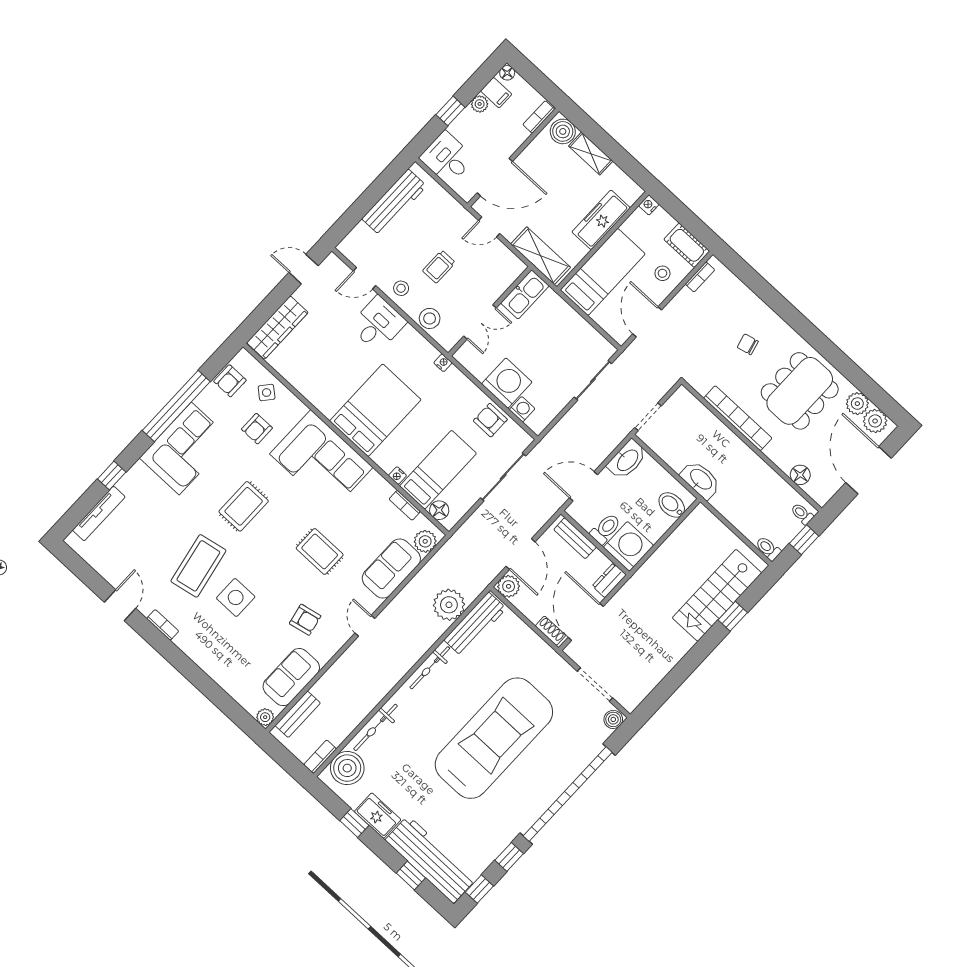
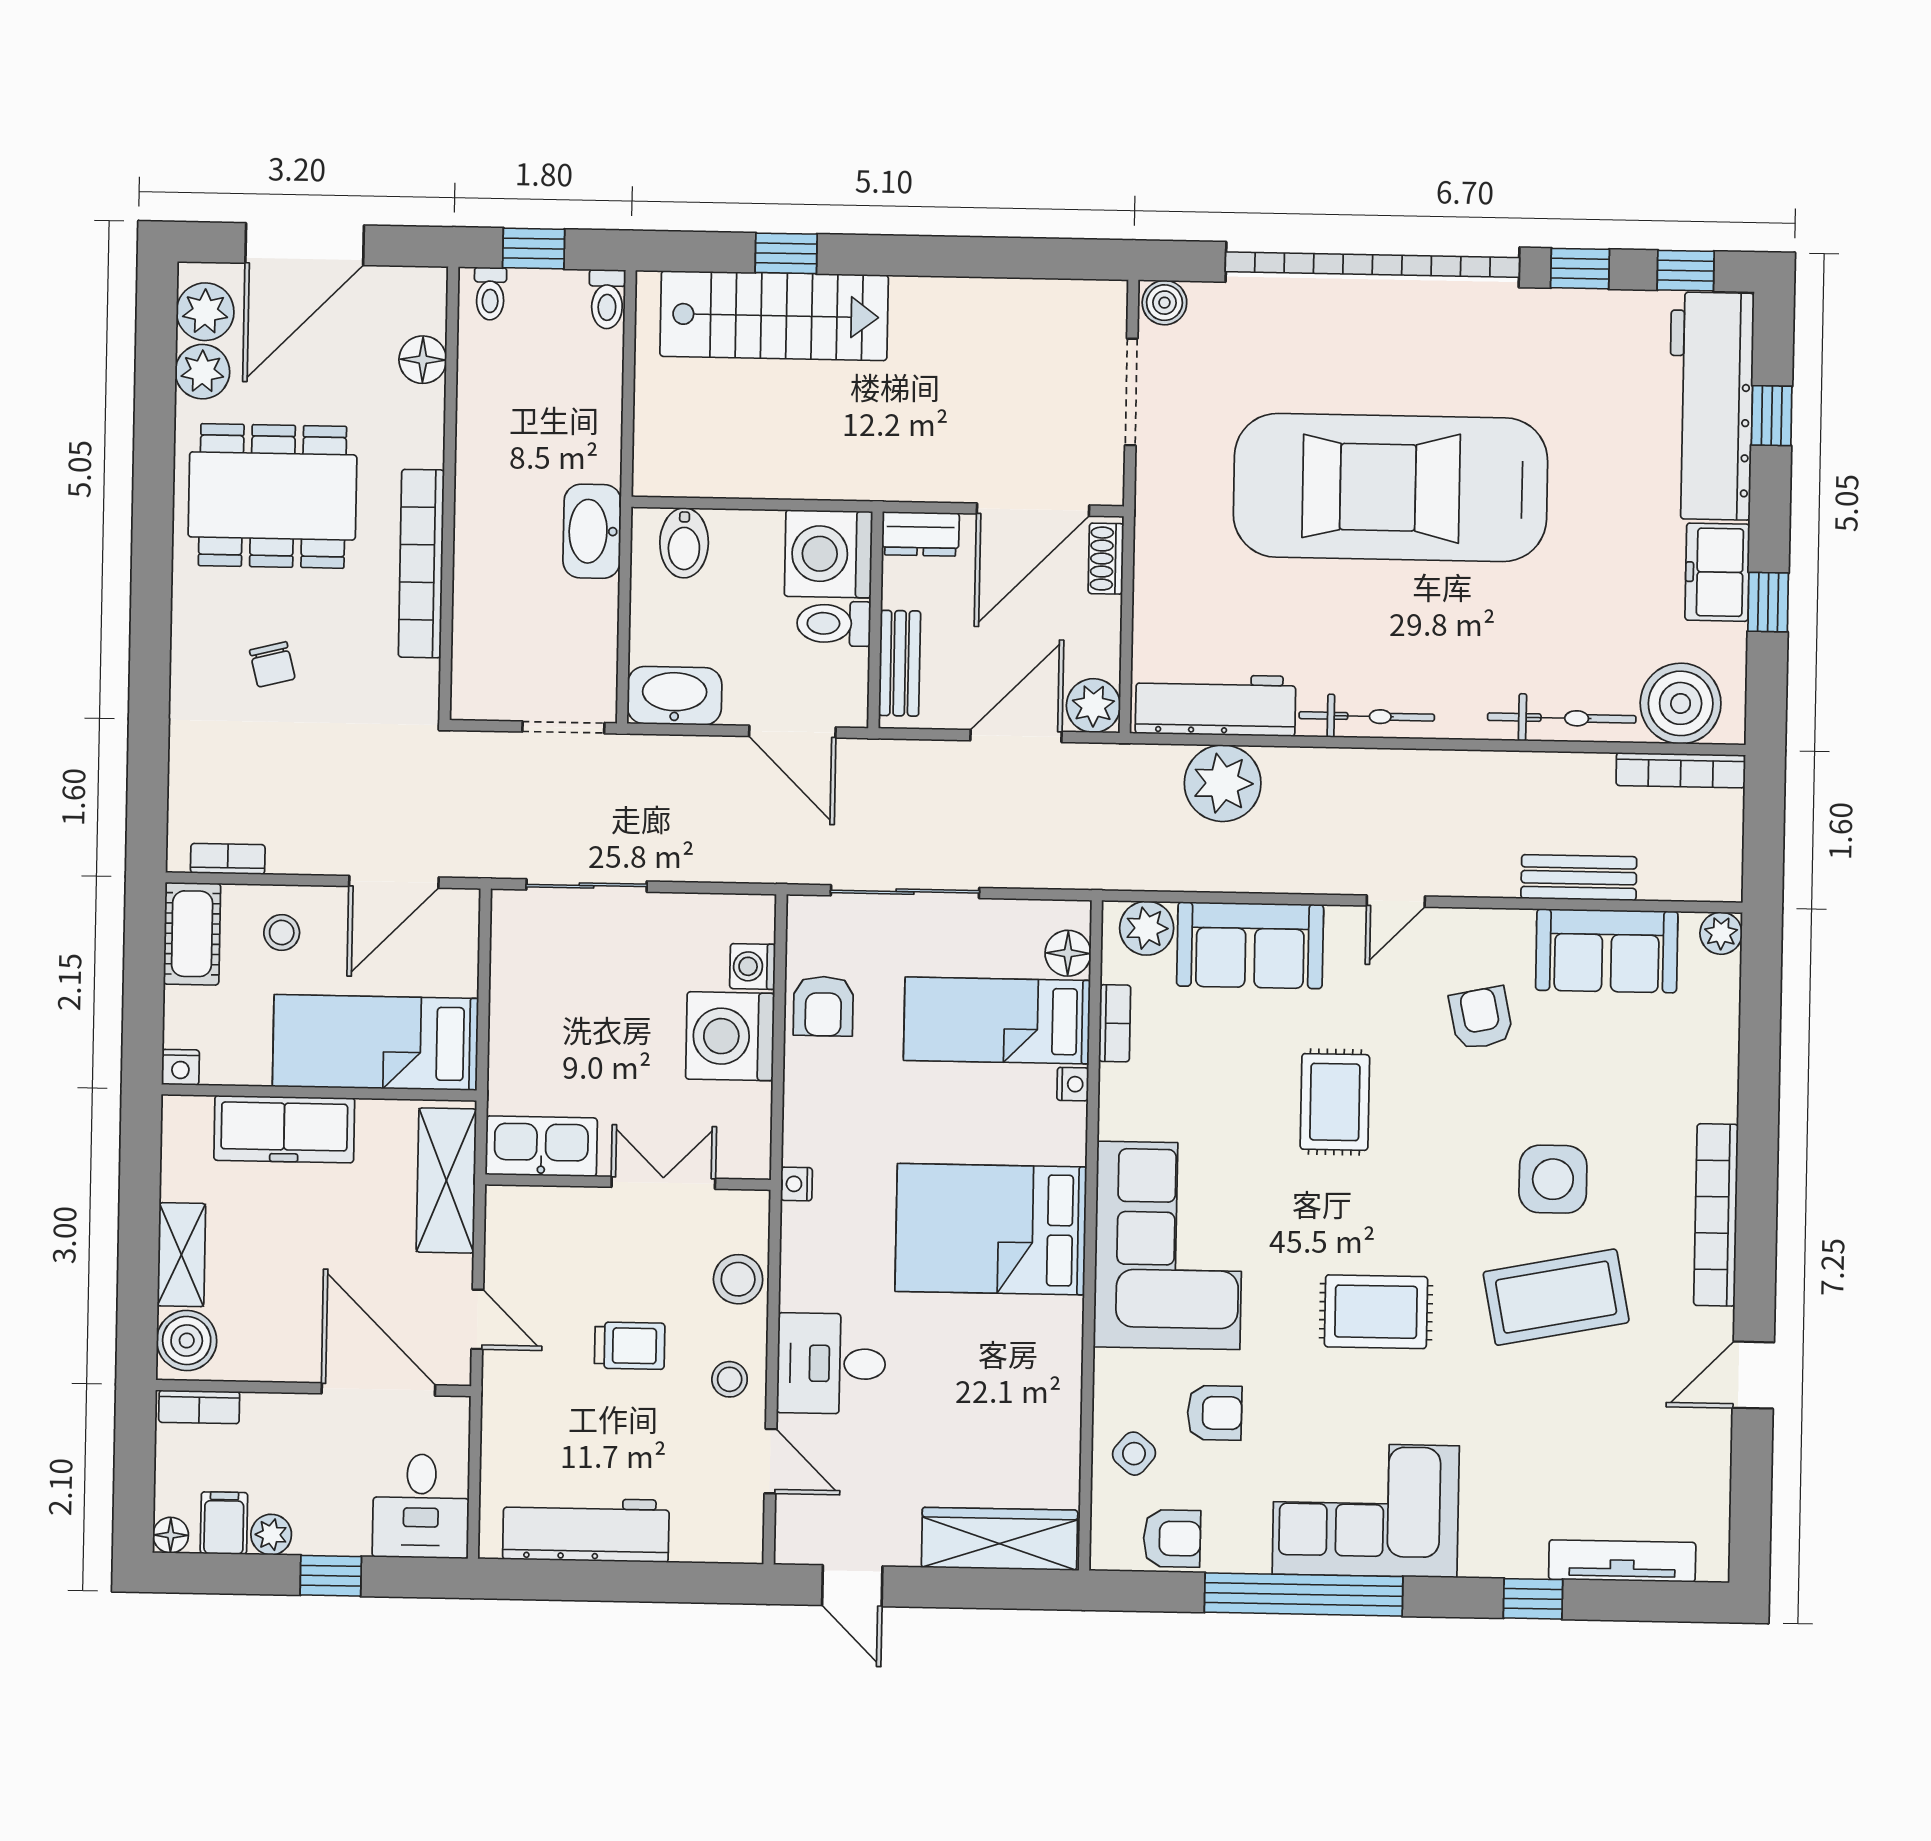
bookcase: (163, 625) -> (1716, 1215), width x2.31, depth x1.31
bench: (298, 714) -> (1579, 878), moved
bookcase: (320, 757) -> (1681, 770), width x1.56

